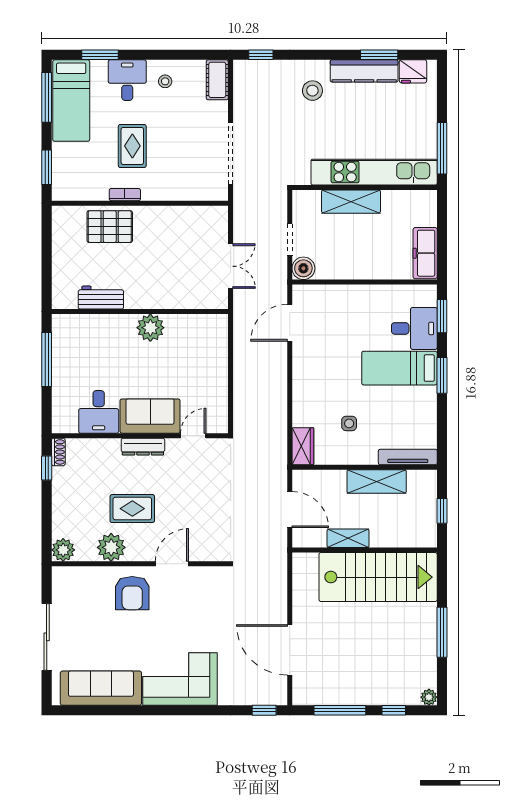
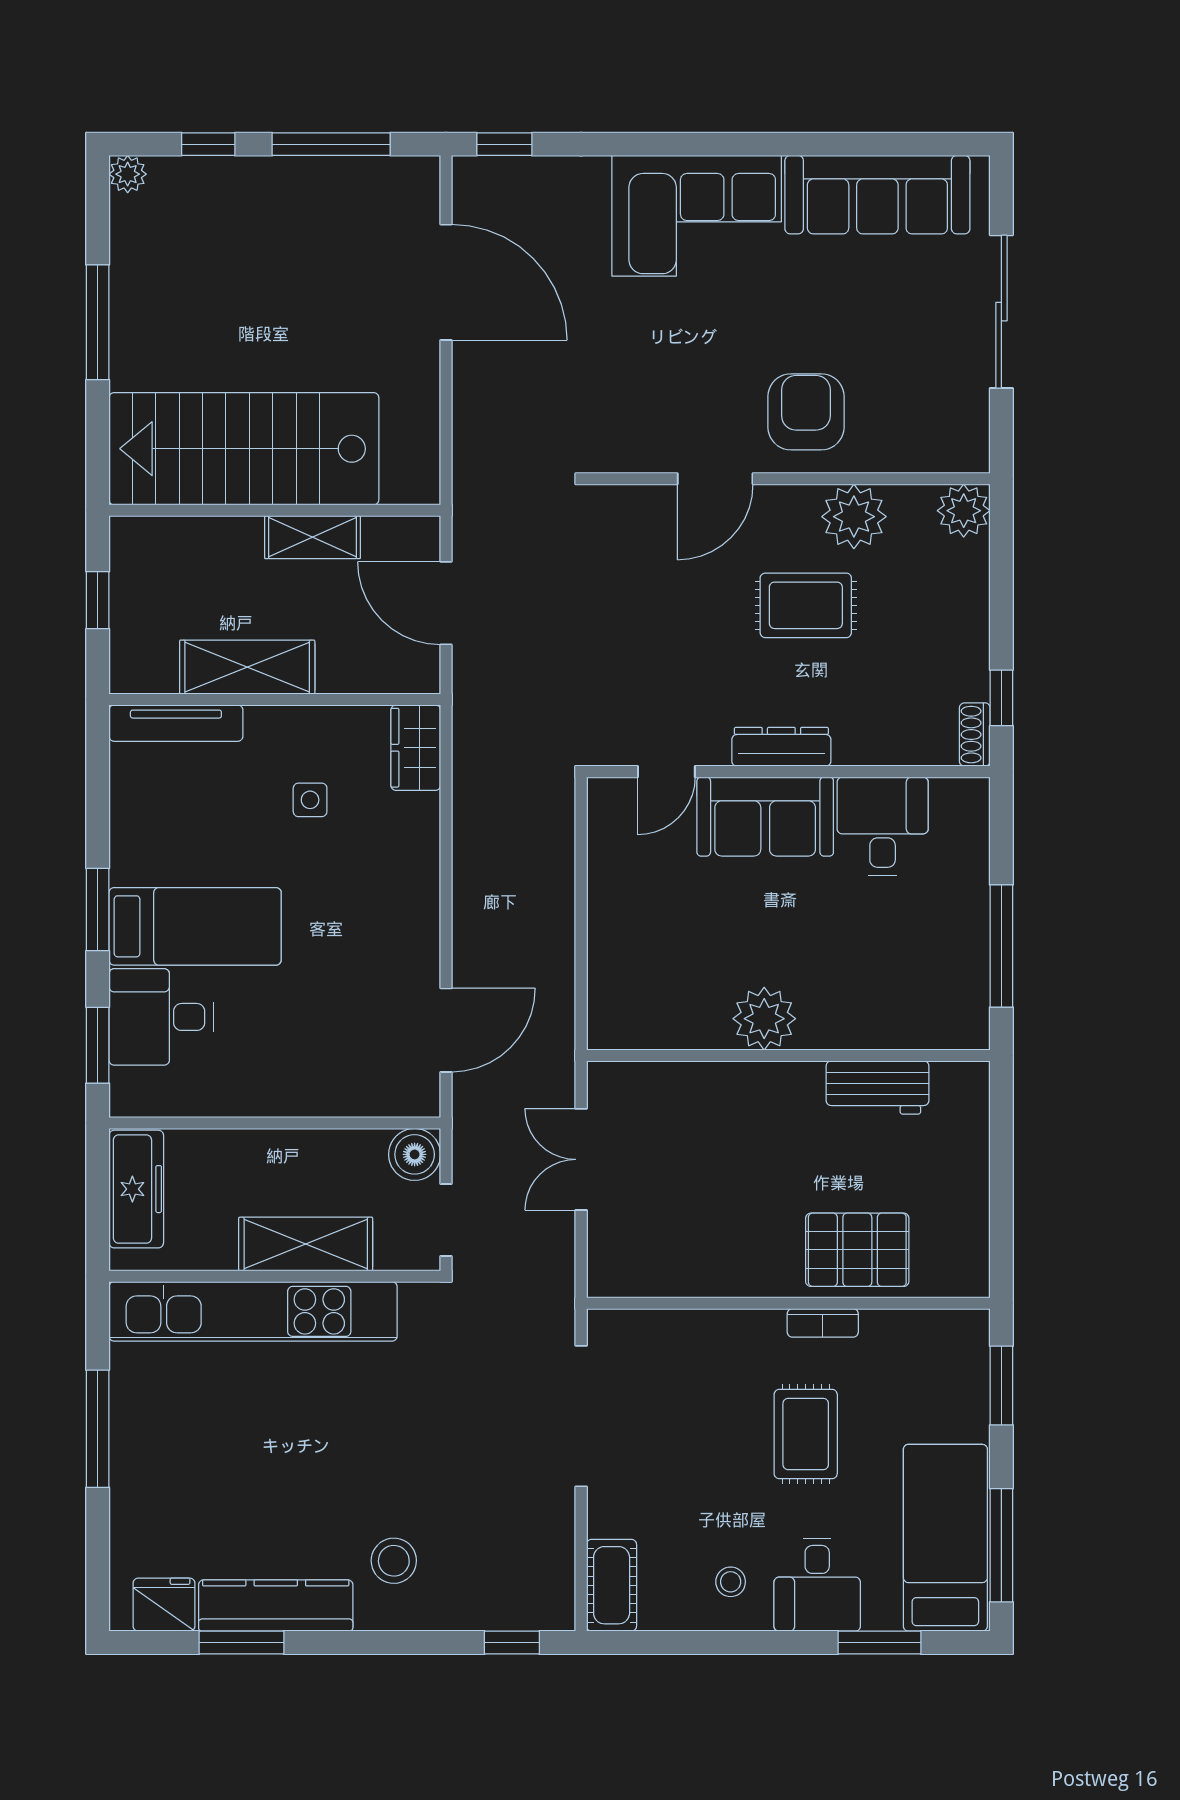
kitchen unit: (374, 172) -> (253, 1311), moved
wall: (365, 187) -> (275, 1276), moved
shelving: (351, 202) -> (306, 1244), moved

